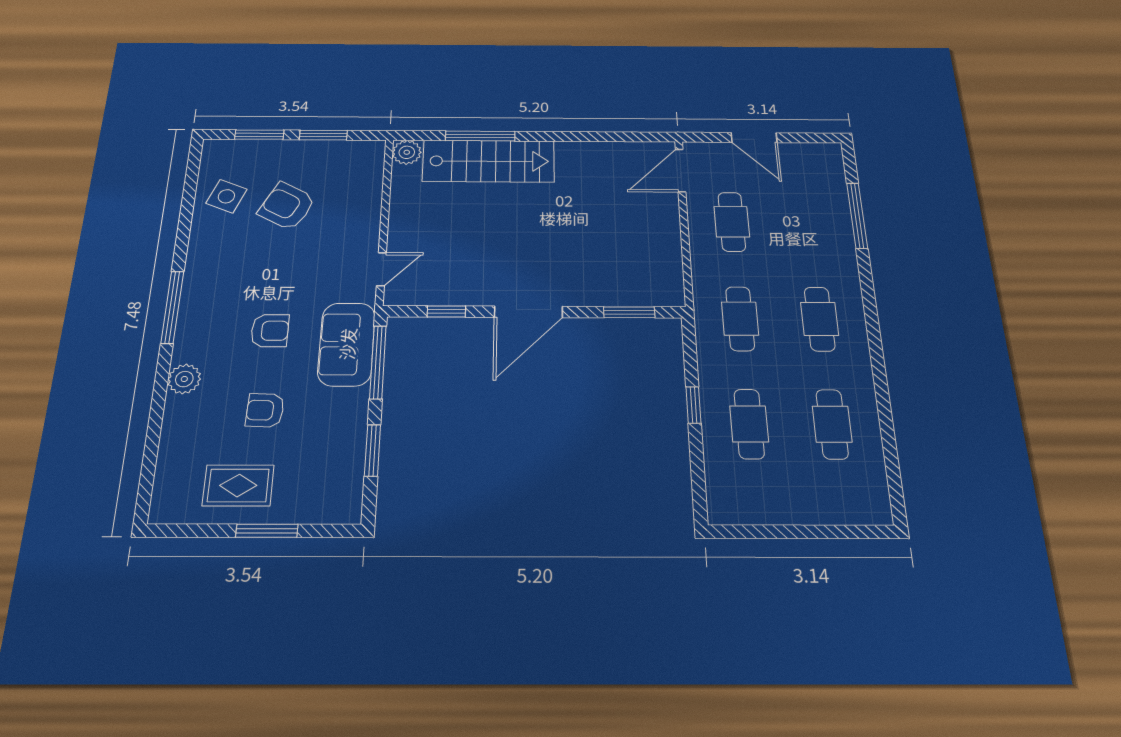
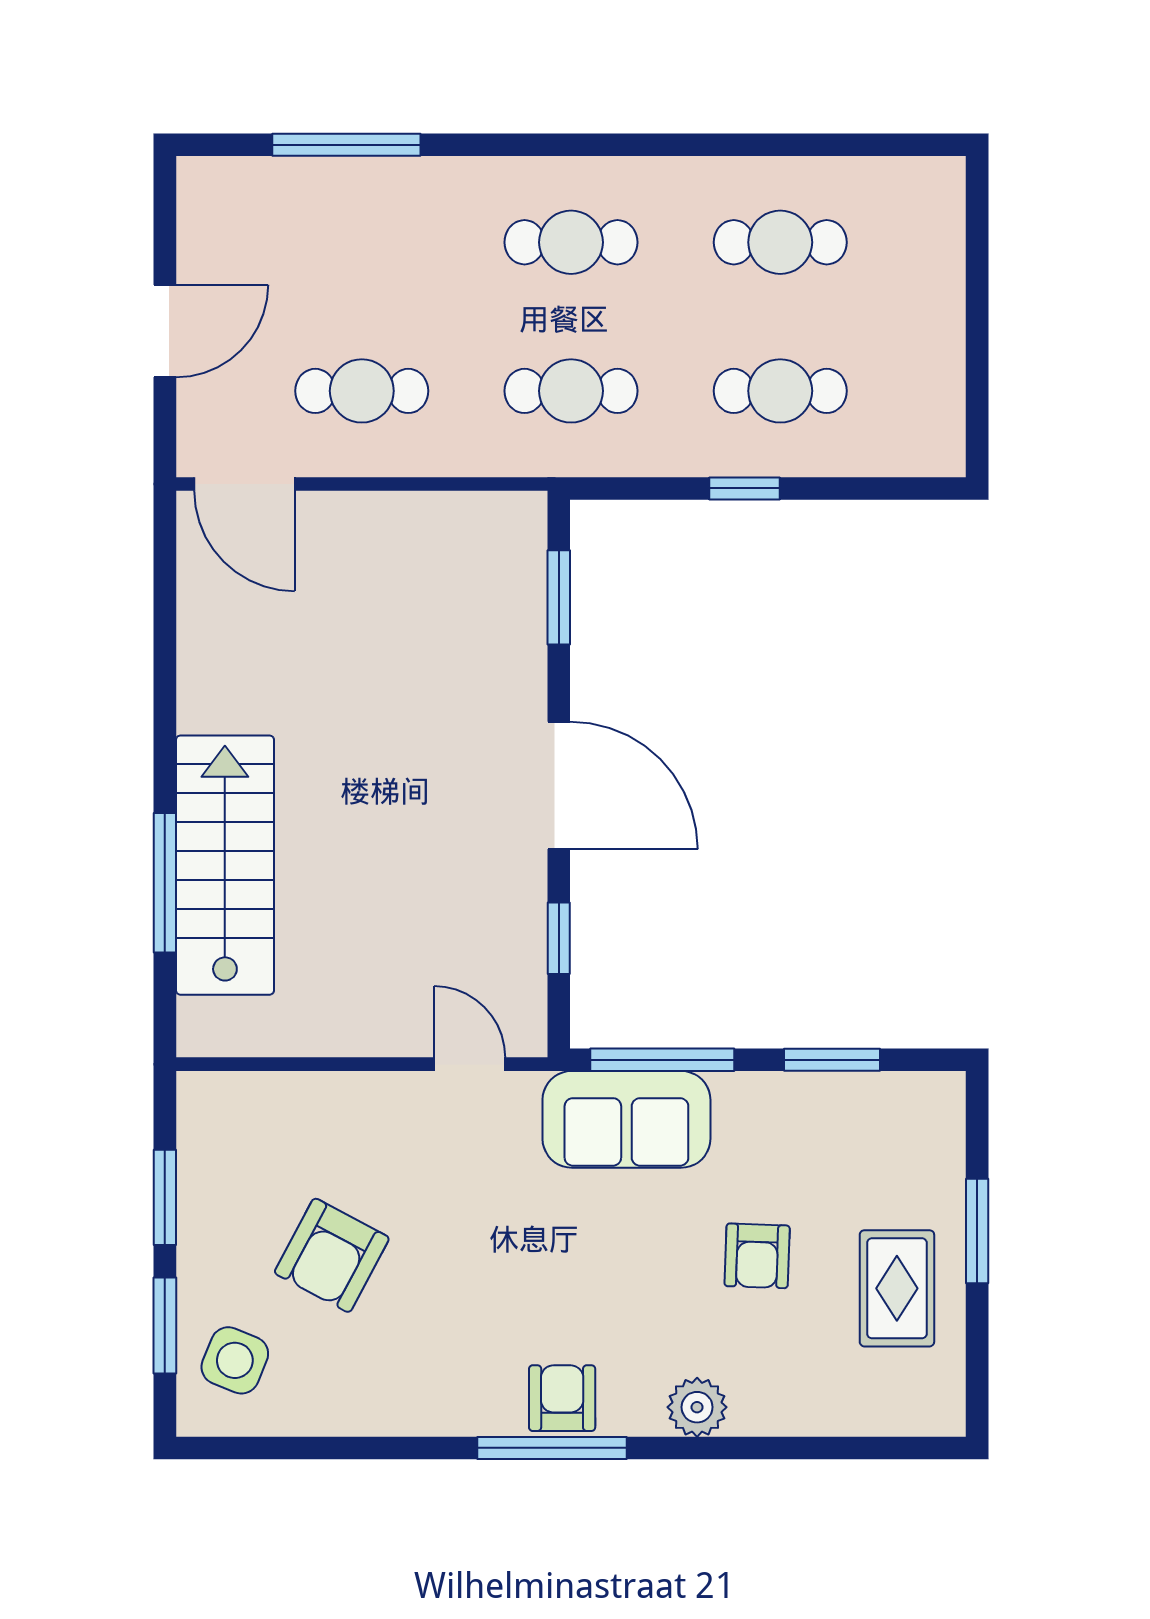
plant: (407, 152) -> (205, 1028), removed
side table: (226, 196) -> (235, 1360), moved
armchair: (270, 331) -> (562, 1398), moved

